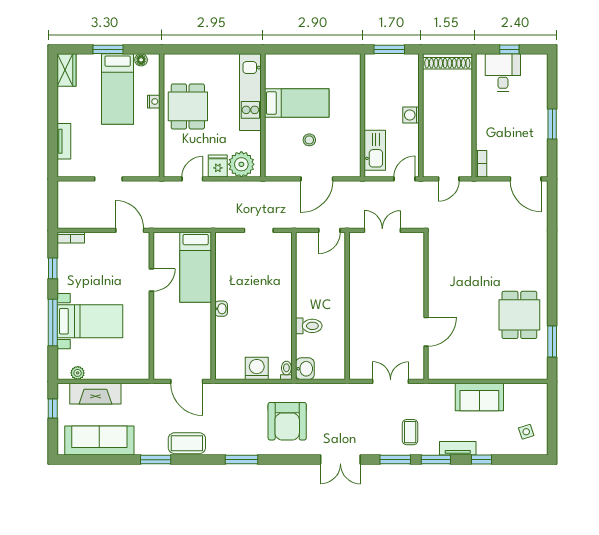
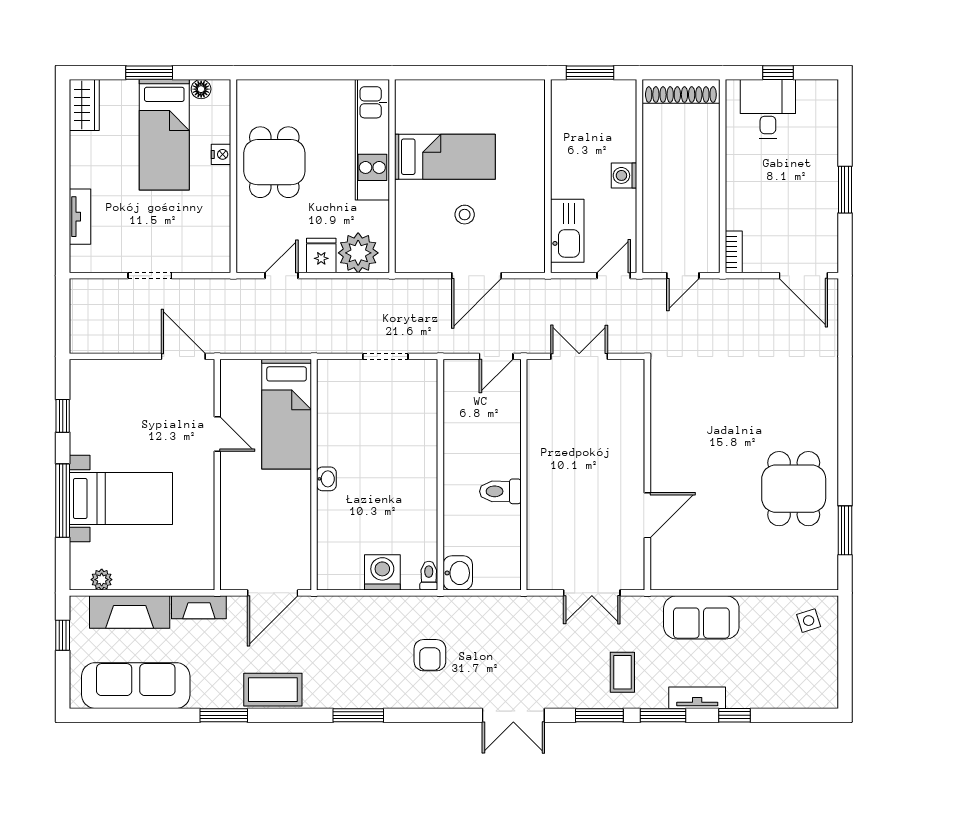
bookcase: (71, 238) -> (91, 368), removed
door: (151, 280) -> (217, 434), hinge flipped
toilet: (309, 326) -> (500, 491), moved, turned 180
door: (187, 381) -> (273, 593), hinge flipped
double door: (391, 381) -> (592, 593), swing flipped
fireplace: (140, 391) -> (199, 607), added
sofa: (479, 397) -> (701, 617), moved
armchair: (287, 421) -> (430, 655), width x0.53, depth x0.53
side table: (526, 432) -> (809, 621), moved

